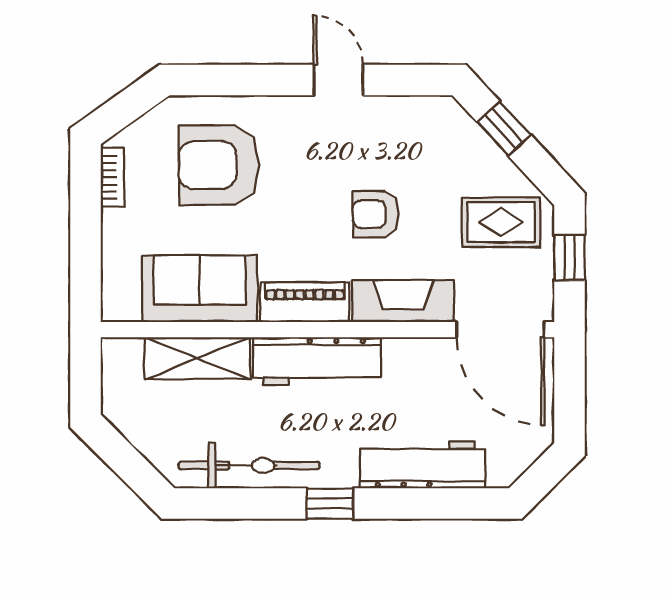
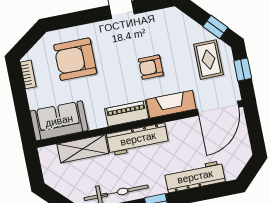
window: (504, 128) -> (215, 27), moved
rug: (501, 222) -> (208, 60), turned 90
sofa: (200, 289) -> (59, 121), moved
door: (501, 330) -> (218, 108), hinge flipped

